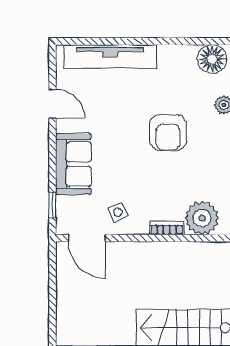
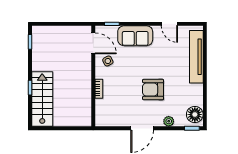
door: (52, 104) -> (169, 24), hinge flipped
plant: (202, 218) -> (105, 109), removed
door: (87, 238) -> (93, 43), swing flipped

